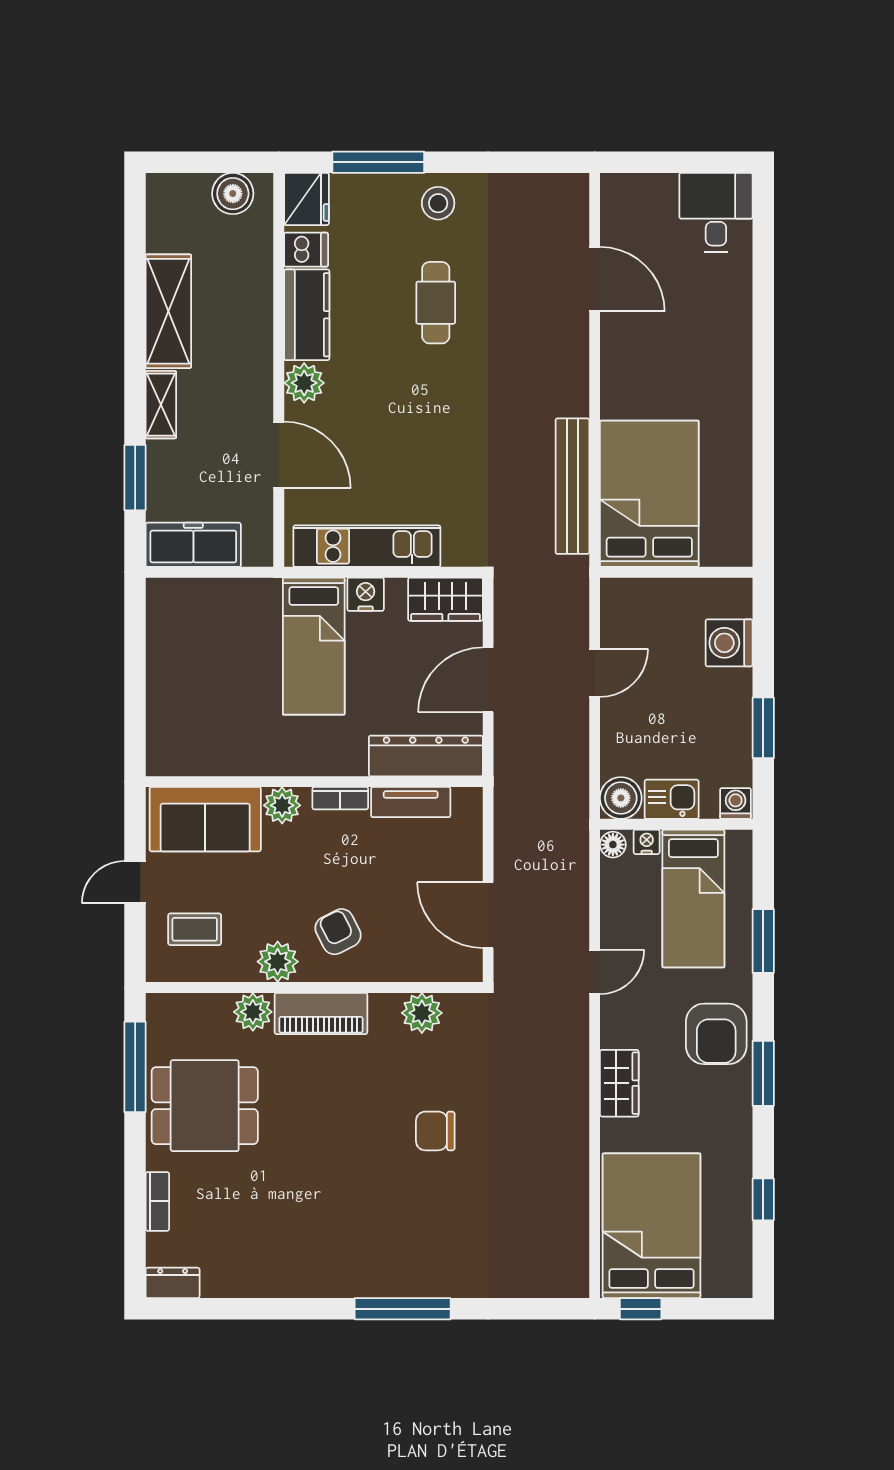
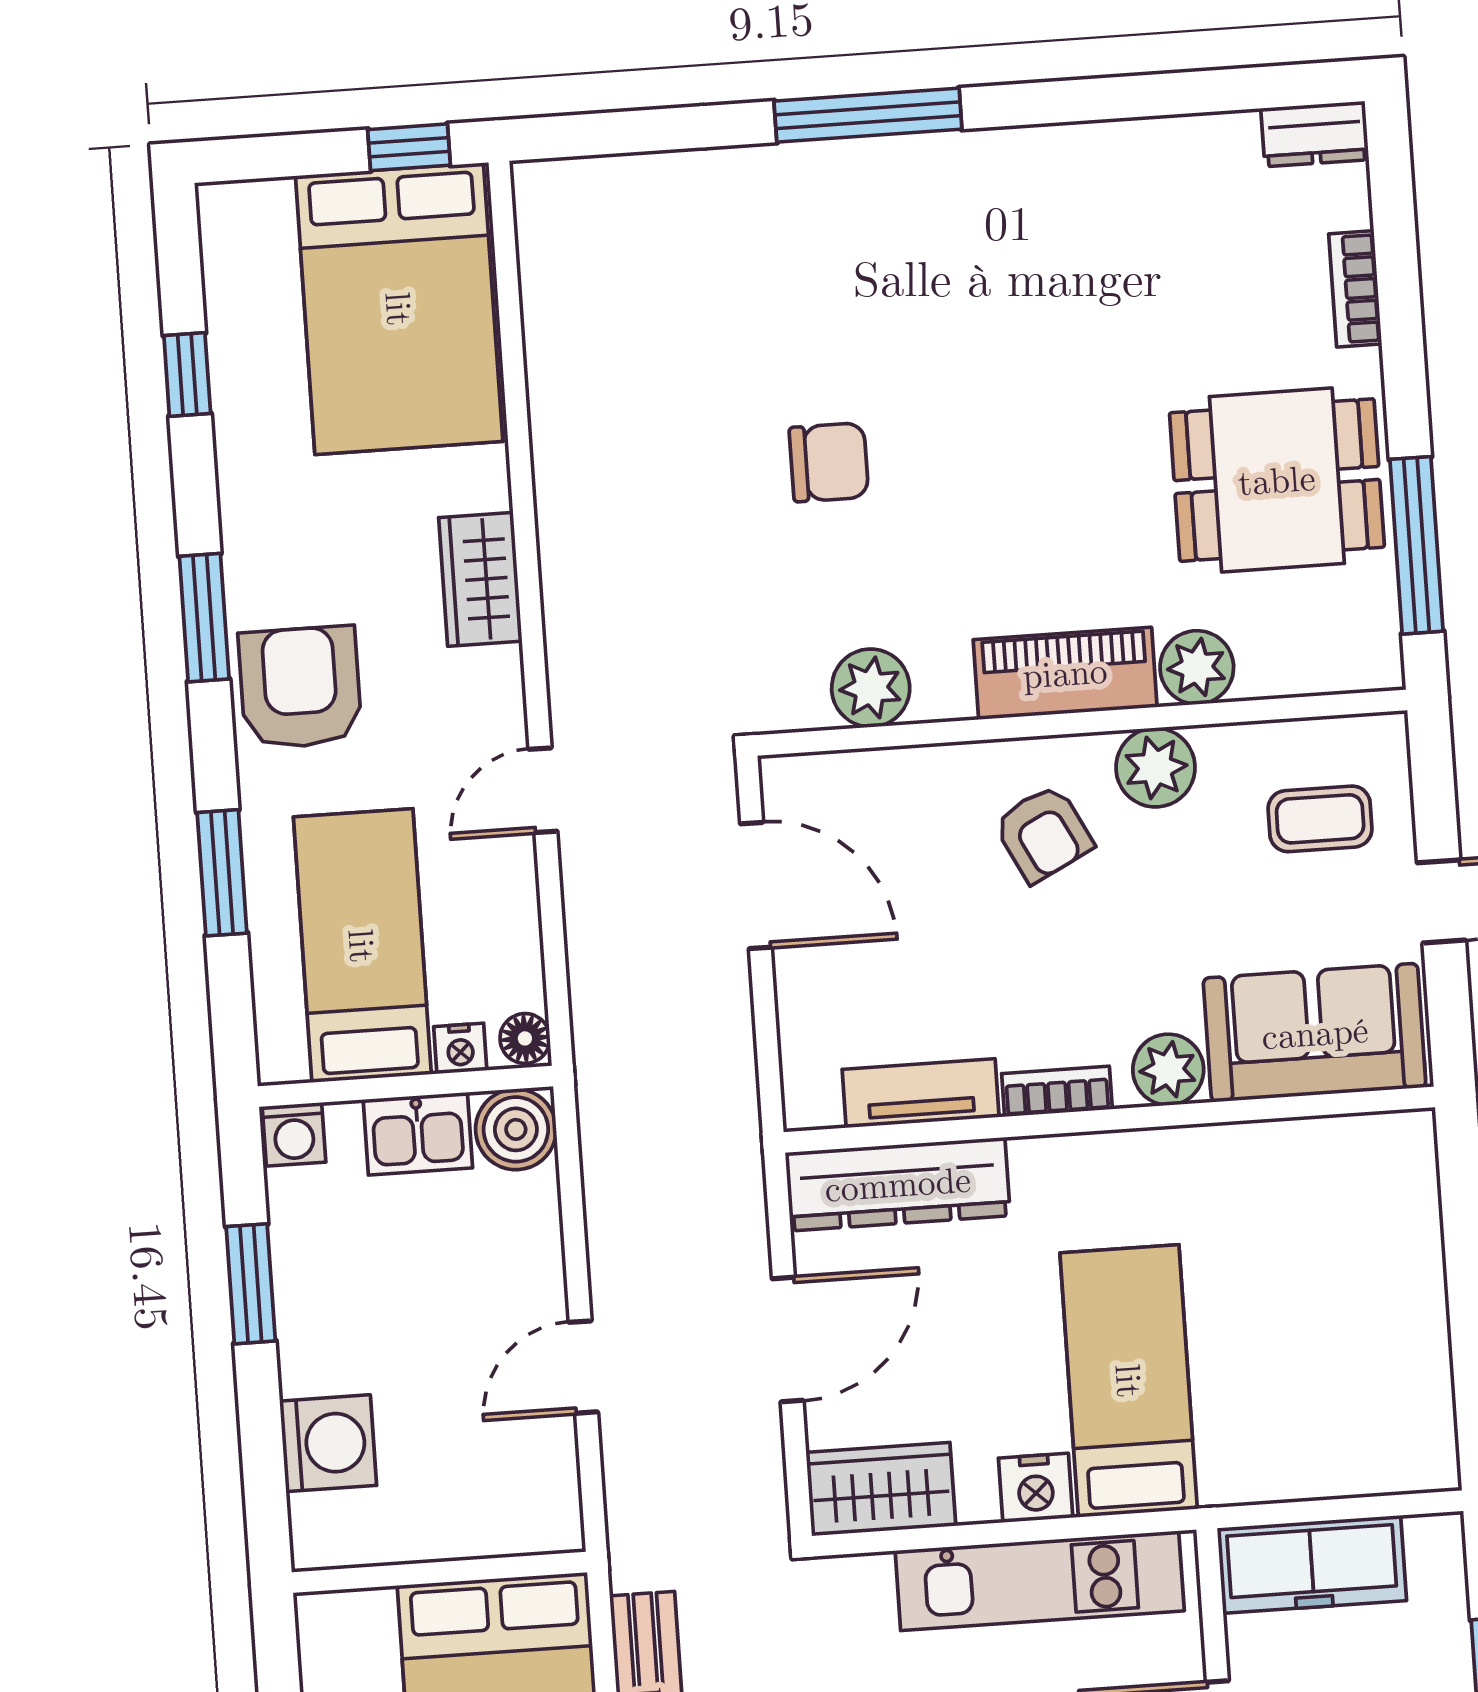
freezer: (193, 545) -> (1312, 1564), moved

